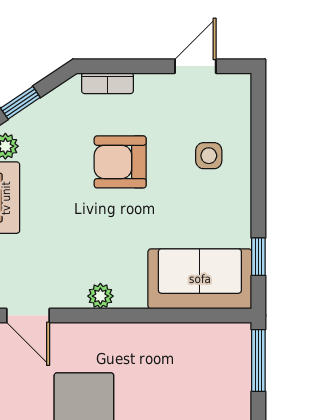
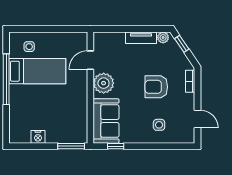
armchair: (120, 162) -> (156, 87), turned -90
plant: (100, 296) -> (104, 83), width x1.88, depth x1.88
door: (28, 316) -> (90, 60), moved

